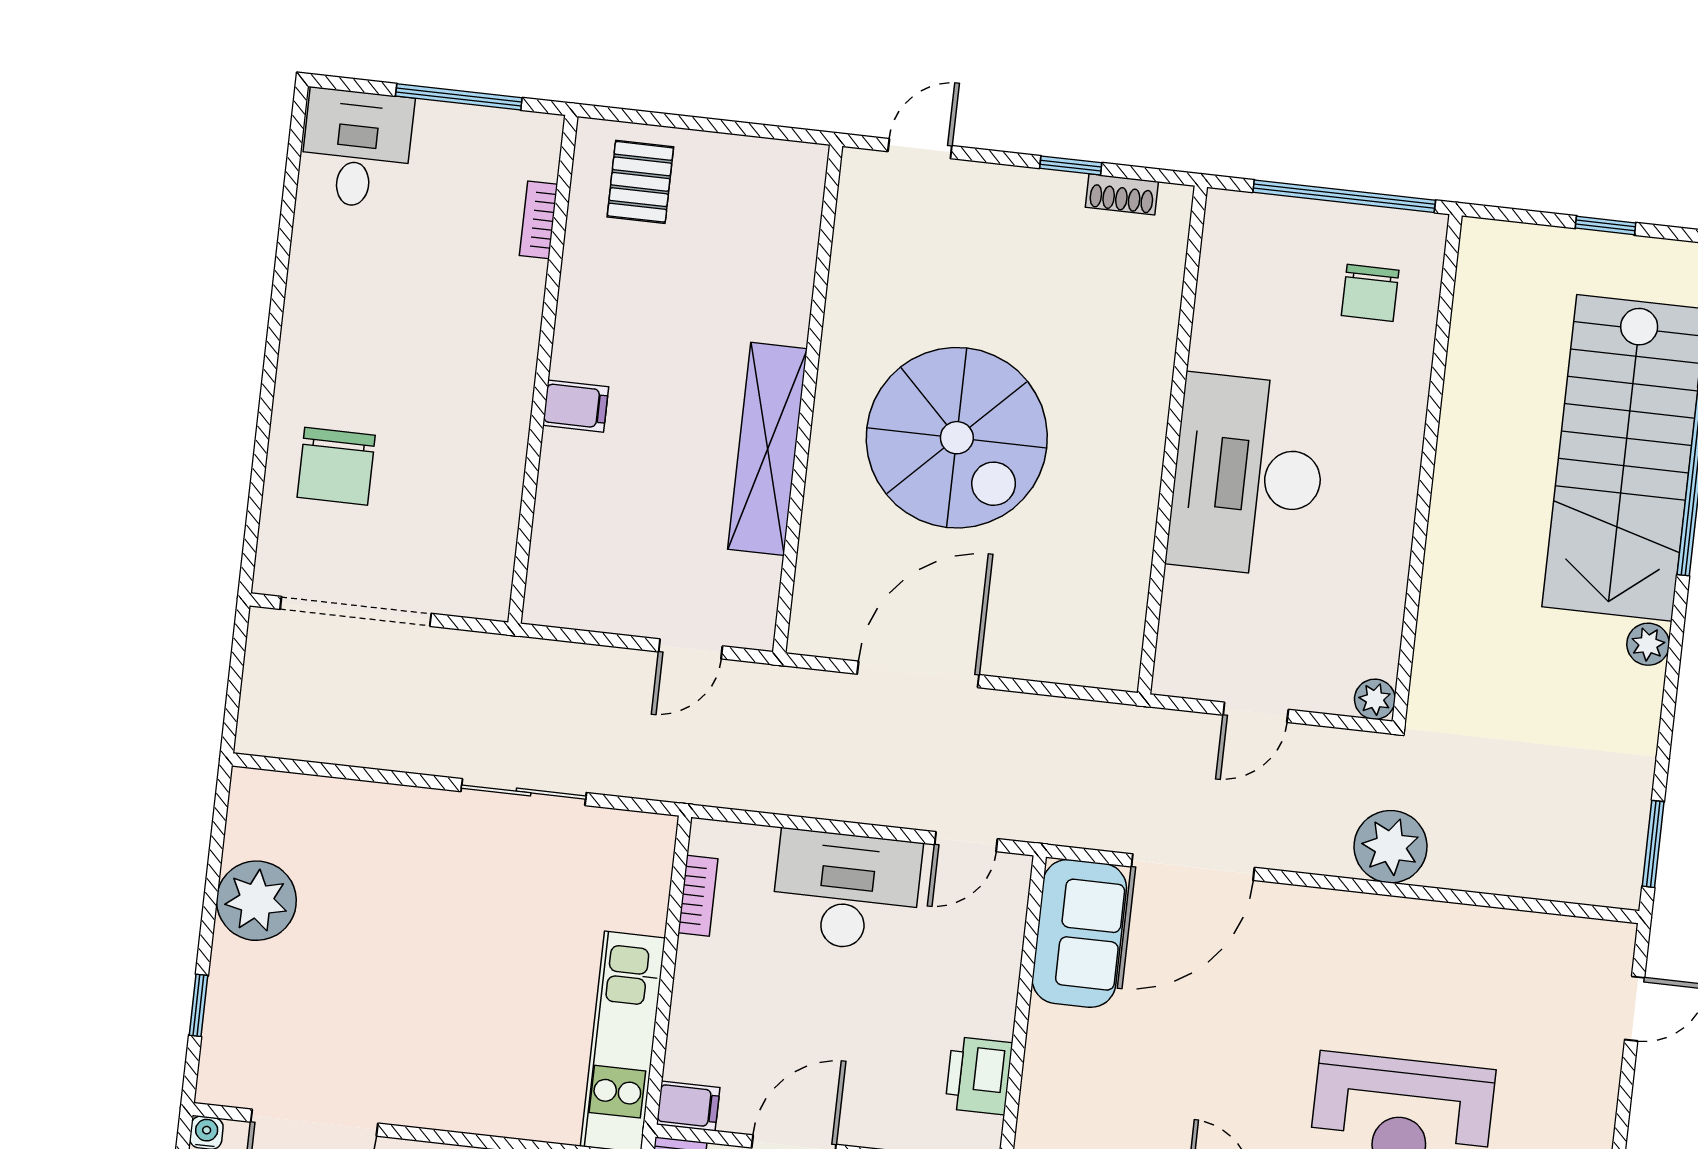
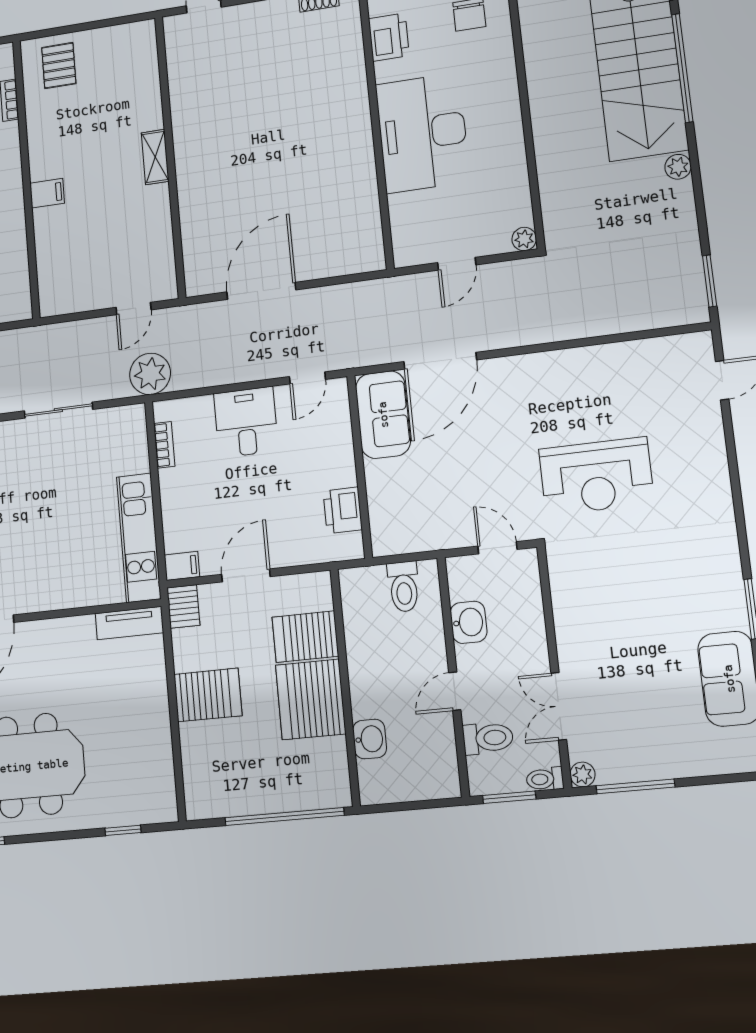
printer: (1227, 294) -> (389, 37), added
spiral stairs: (957, 438) -> (256, 155), removed
shelving: (767, 449) -> (155, 157), width x0.45, depth x0.75
plant: (1391, 847) -> (150, 374), moved
desk: (846, 891) -> (246, 422), width x0.73

